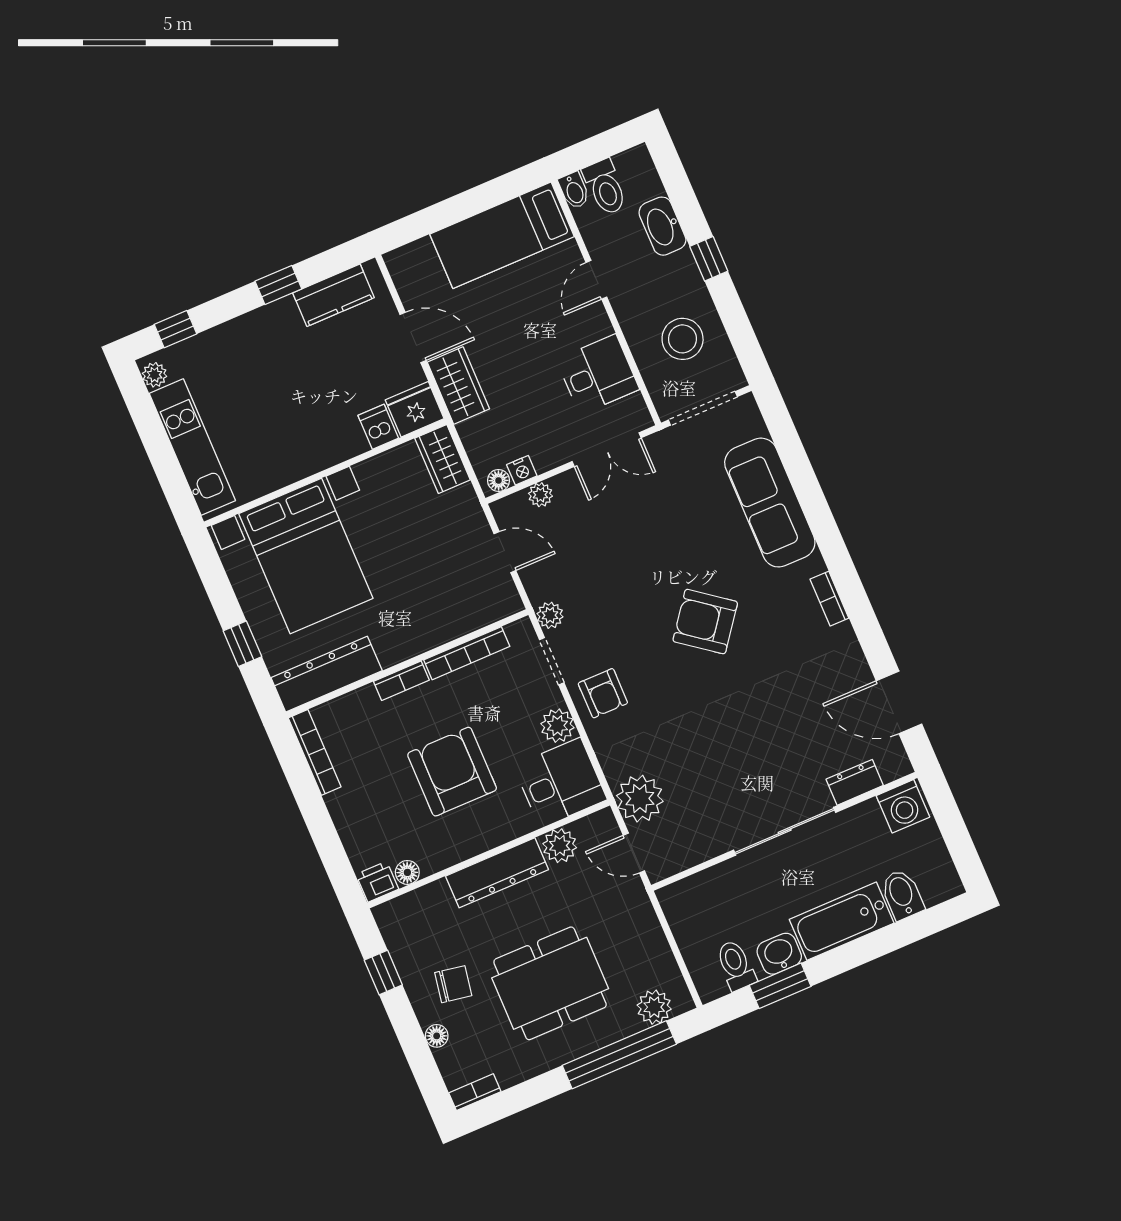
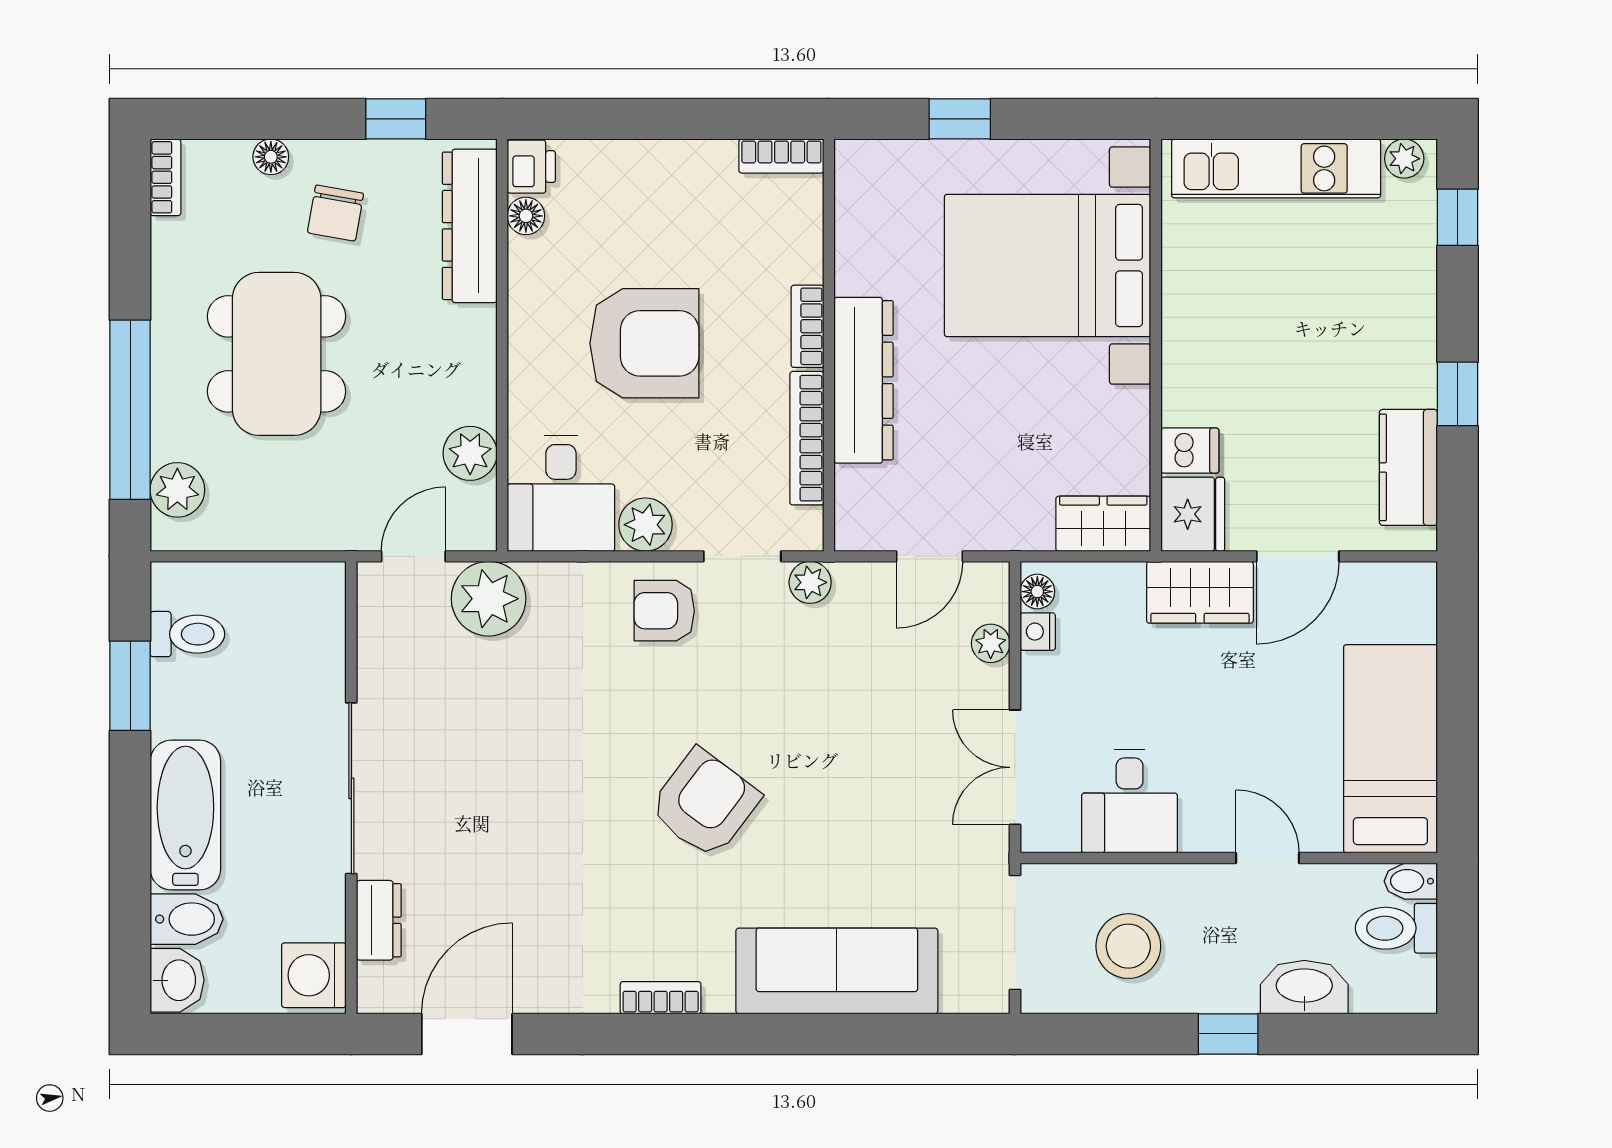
dresser: (327, 674) -> (864, 380), moved
bookcase: (315, 752) -> (781, 156), width x0.64
dresser: (497, 873) -> (470, 226), moved
washbasin: (779, 954) -> (177, 980), moved

